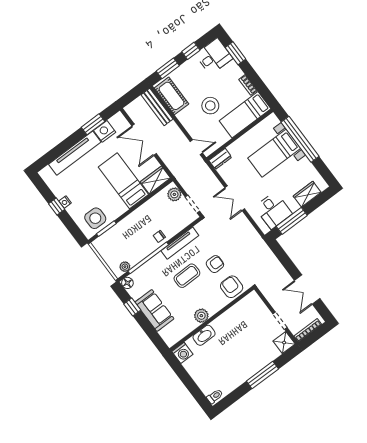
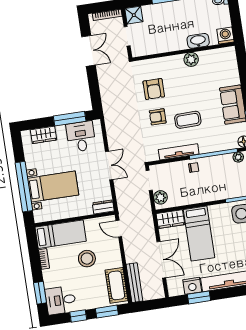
plant: (201, 316) -> (191, 59), moved
wall: (212, 319) -> (183, 52), moved
washbasin: (204, 335) -> (198, 41), moved
washing machine: (182, 353) -> (225, 36), moved

